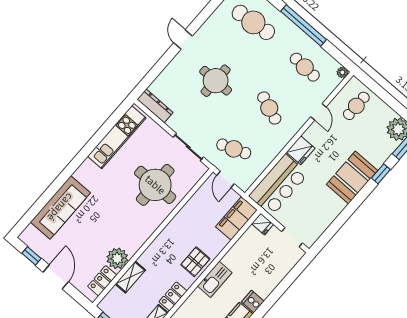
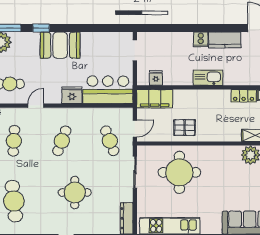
fridge: (263, 224) -> (156, 78), moved
pallet: (195, 262) -> (185, 128), moved

